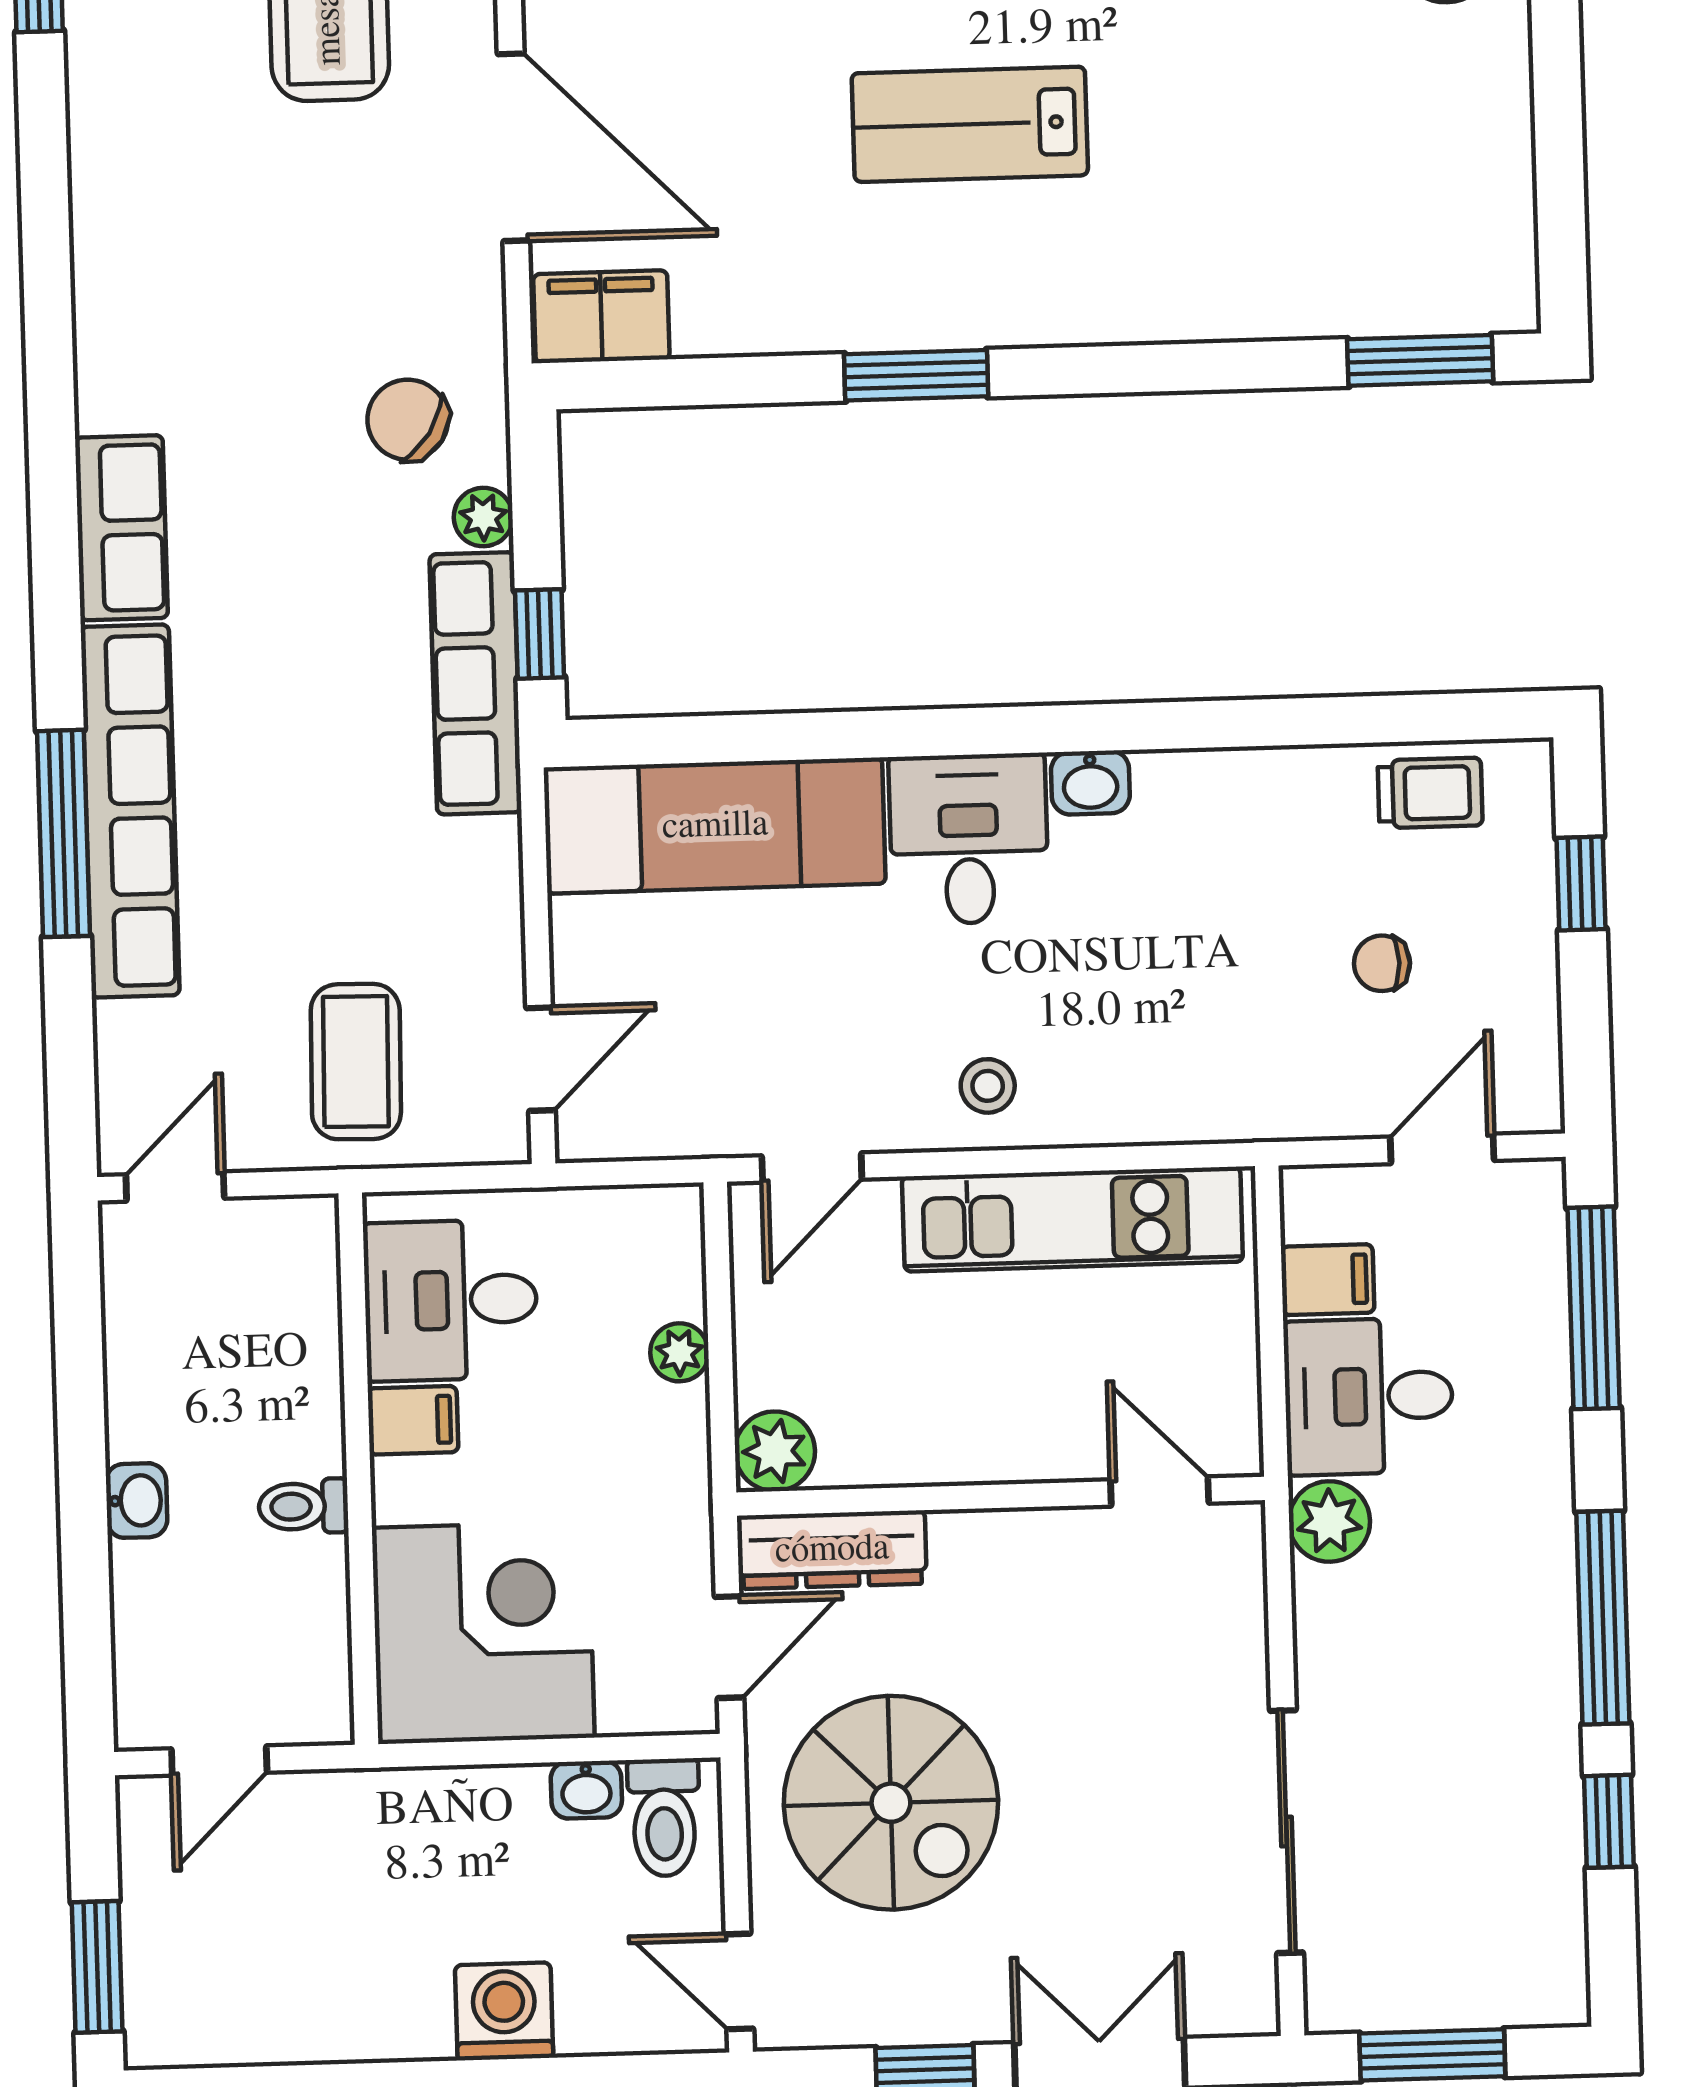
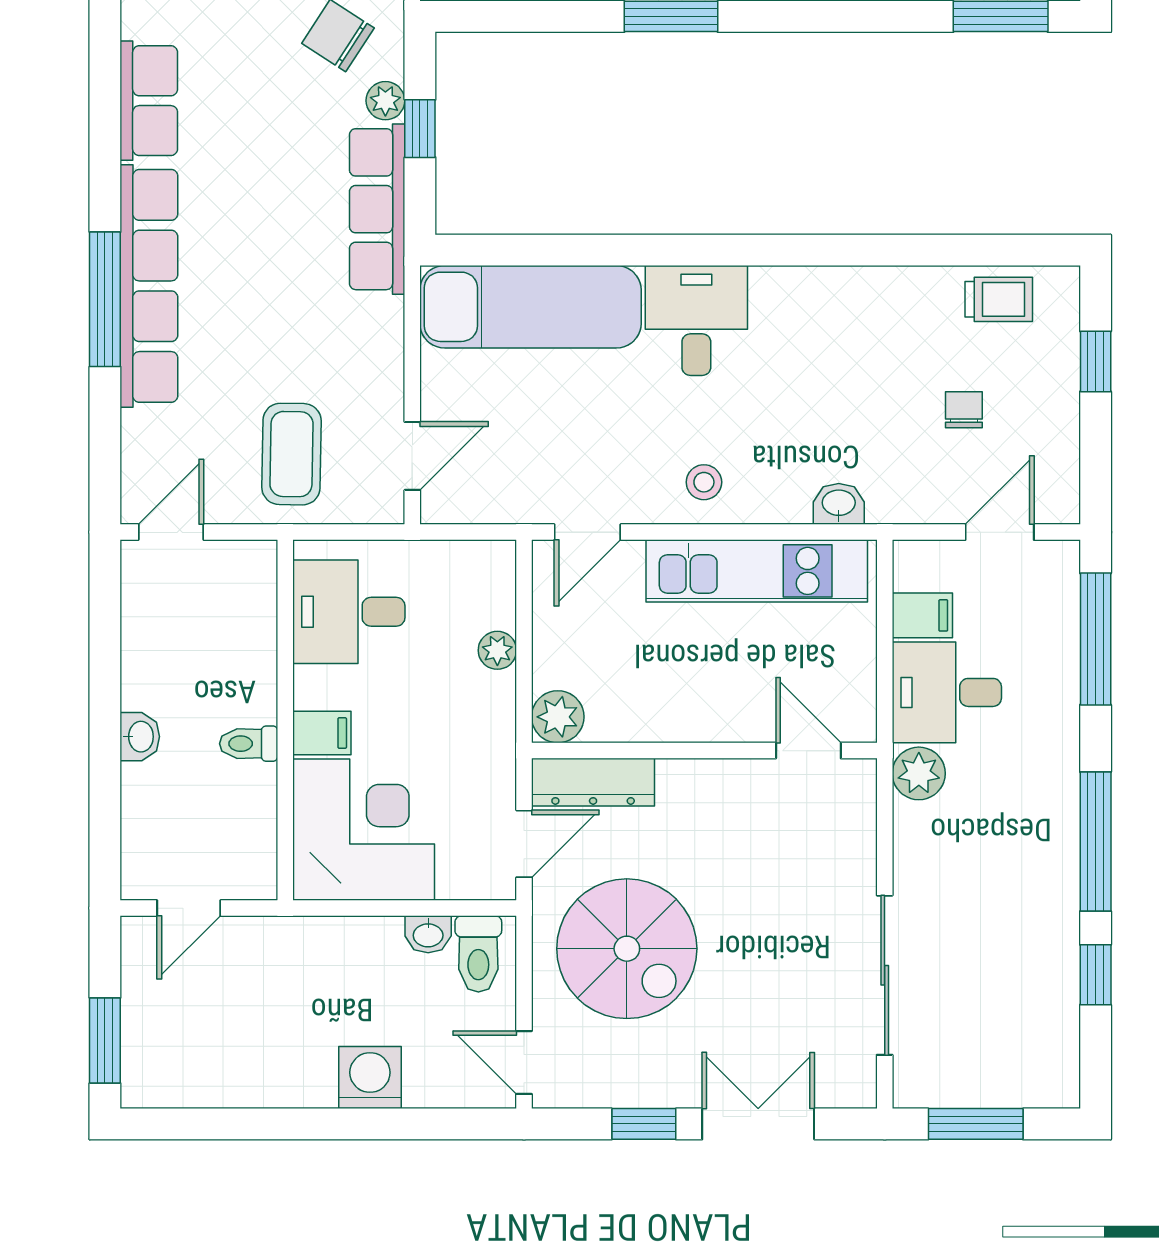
window: (540, 634) -> (420, 129), moved
washbasin: (1090, 783) -> (839, 504), moved, turned 180
chair: (1382, 963) -> (964, 410), turned 90
filing cabinet: (413, 1420) -> (322, 733), moved

